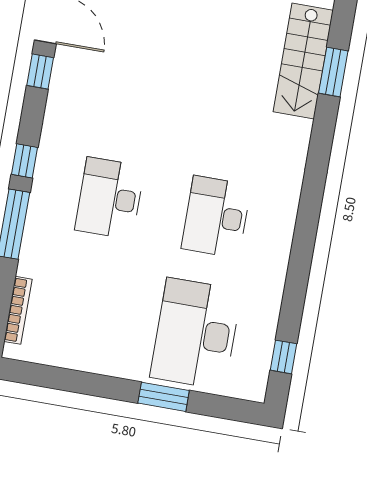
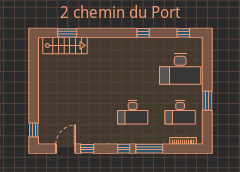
desk: (216, 217) -> (180, 112), moved
window: (301, 259) -> (143, 33), added
window: (164, 397) -> (207, 101), moved

